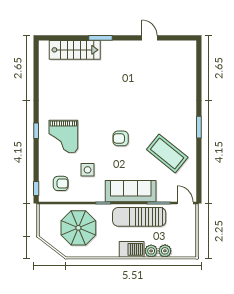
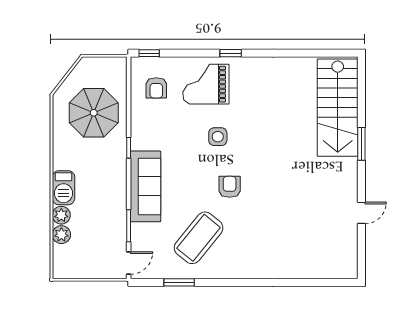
stairs: (75, 50) -> (338, 108), width x1.36, depth x1.51
window: (199, 127) -> (179, 282), moved
grand piano: (63, 137) -> (206, 84), moved
armchair: (121, 138) -> (230, 187), moved
side table: (88, 170) -> (218, 137), moved
sun lounger: (139, 217) -> (109, 198), removed

